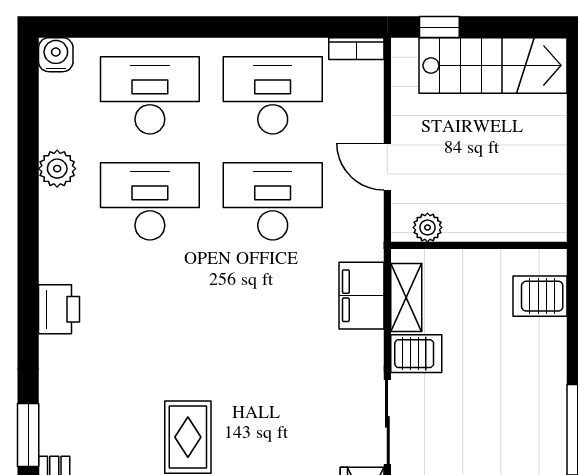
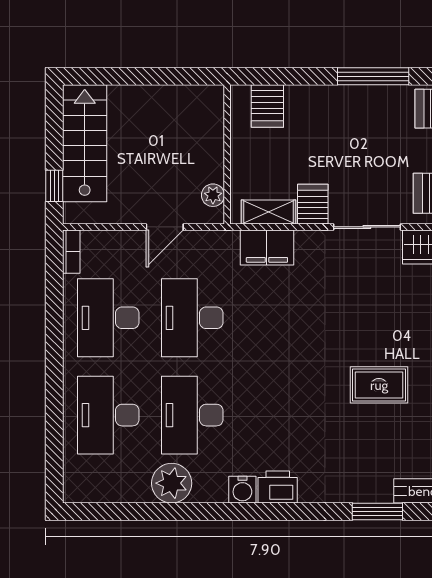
water cooler: (56, 55) -> (242, 490), moved, turned -90
plant: (57, 169) -> (172, 483), width x1.36, depth x1.36

